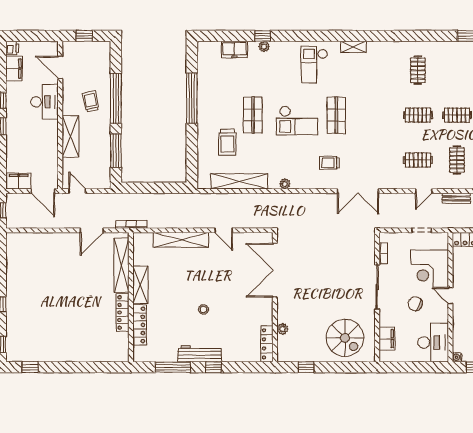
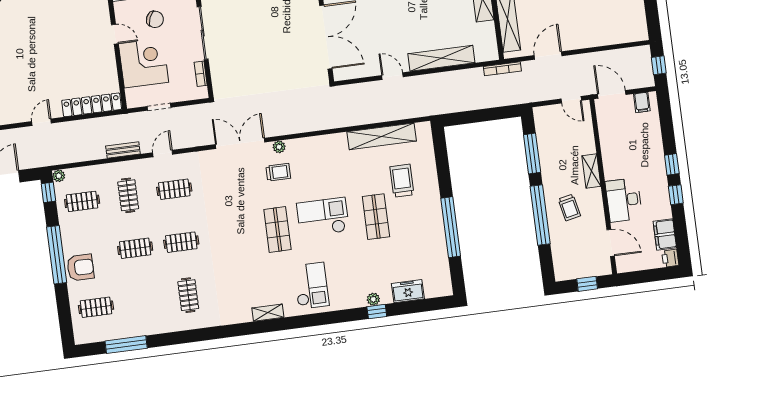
shelving: (70, 136) -> (591, 171), width x0.67, depth x0.75
filing cabinet: (19, 181) -> (642, 102), width x0.50
plant: (285, 184) -> (279, 147), moved

